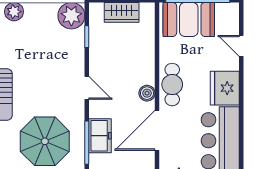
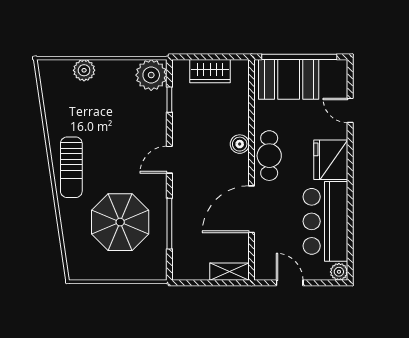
door: (87, 88) -> (169, 160), swing flipped
boiler: (147, 93) -> (240, 144), moved
freezer: (100, 136) -> (185, 216), removed

